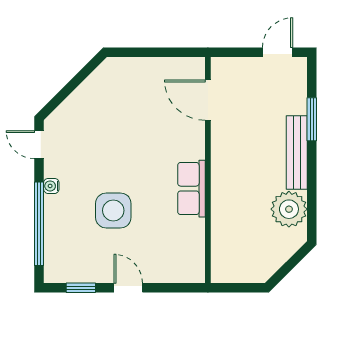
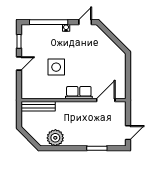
door: (278, 52) -> (128, 133), hinge flipped
bench: (297, 152) -> (38, 106), moved
row of seats: (191, 189) -> (79, 93), moved
side table: (113, 210) -> (56, 67), moved

